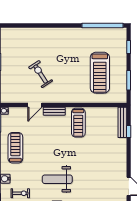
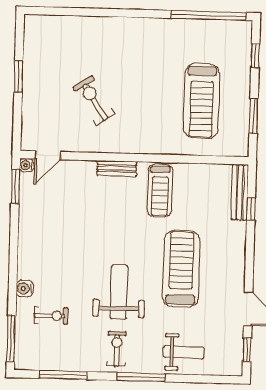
door: (35, 105) -> (48, 155), moved
treadmill: (15, 148) -> (181, 269), moved, width x1.37, depth x1.37
weight bench: (57, 179) -> (119, 292), turned 90

